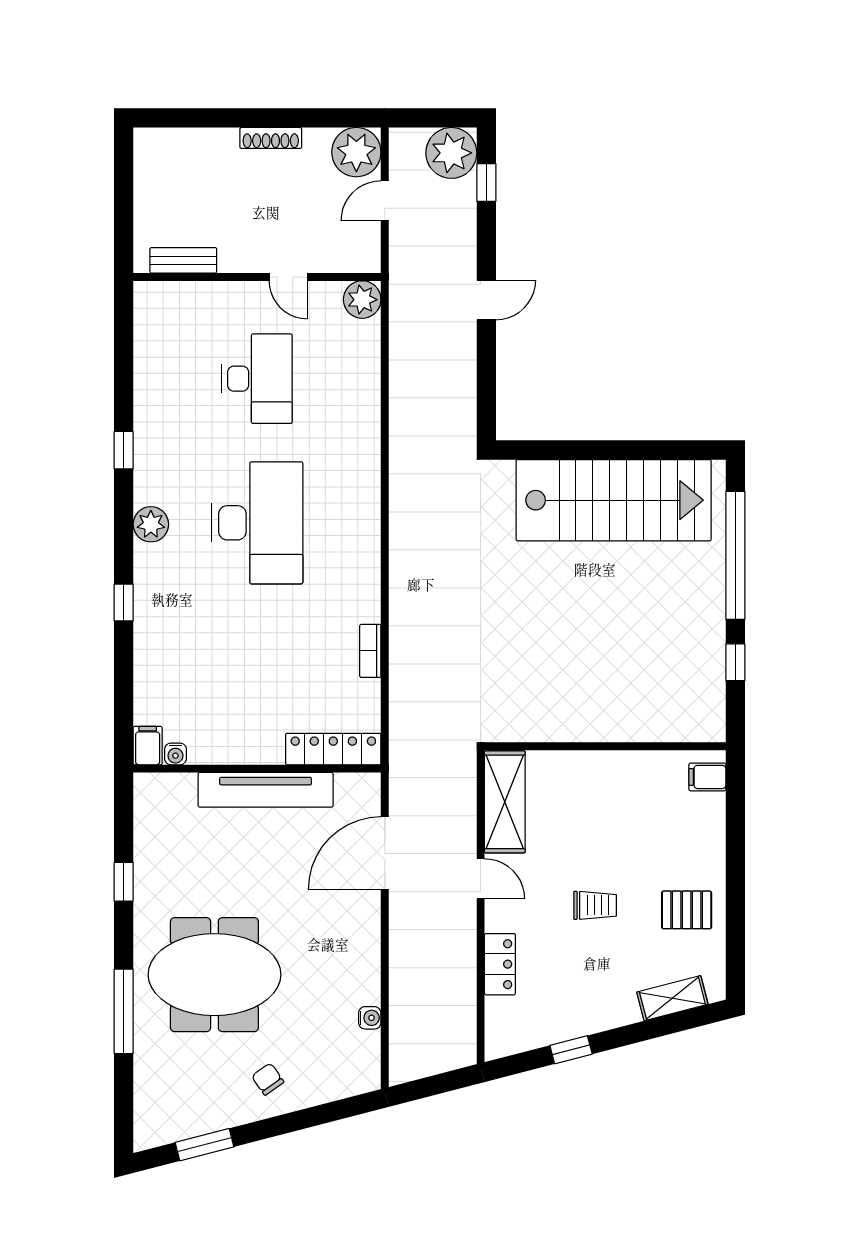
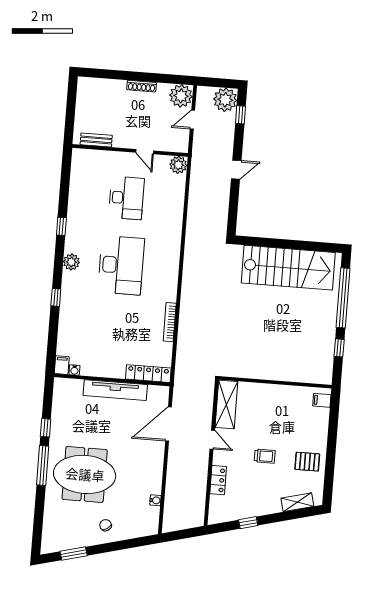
bookcase: (370, 651) -> (170, 322), width x1.56
window: (124, 1011) -> (43, 465), moved

